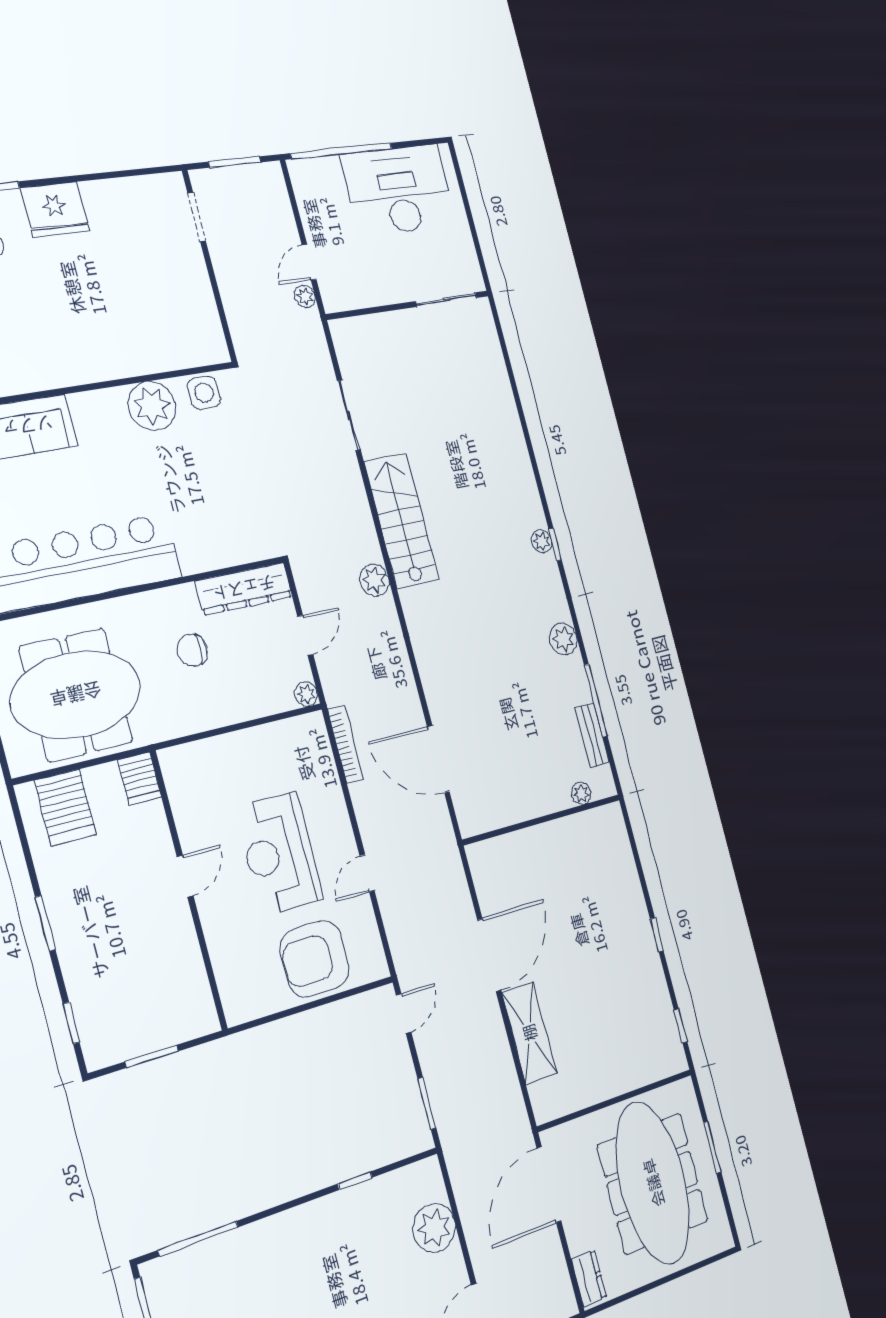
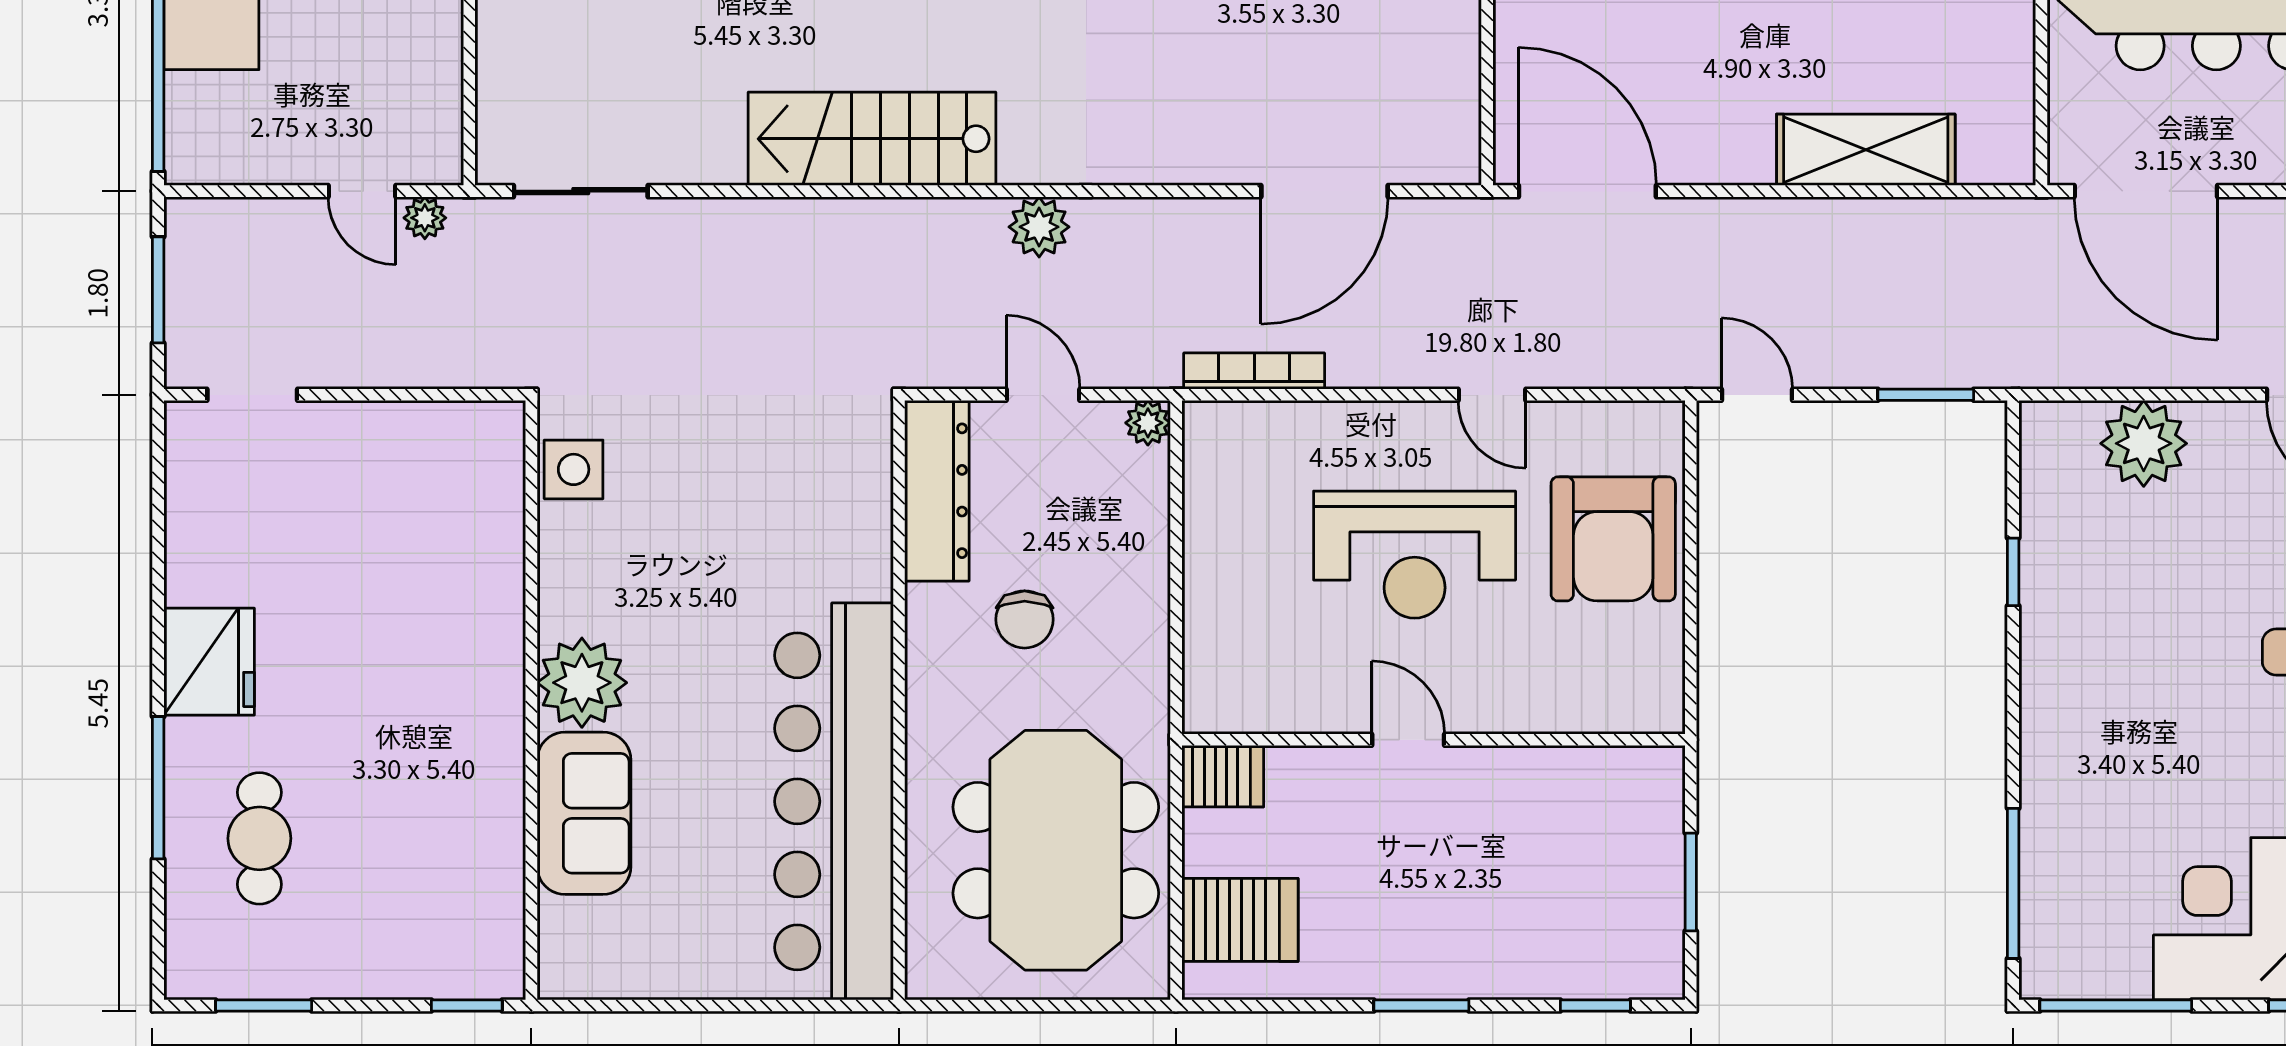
plant: (152, 406) -> (582, 683), moved
sliding door: (349, 415) -> (581, 191), moved
plant: (374, 580) -> (1039, 227), moved
door: (489, 955) -> (1587, 191), moved

